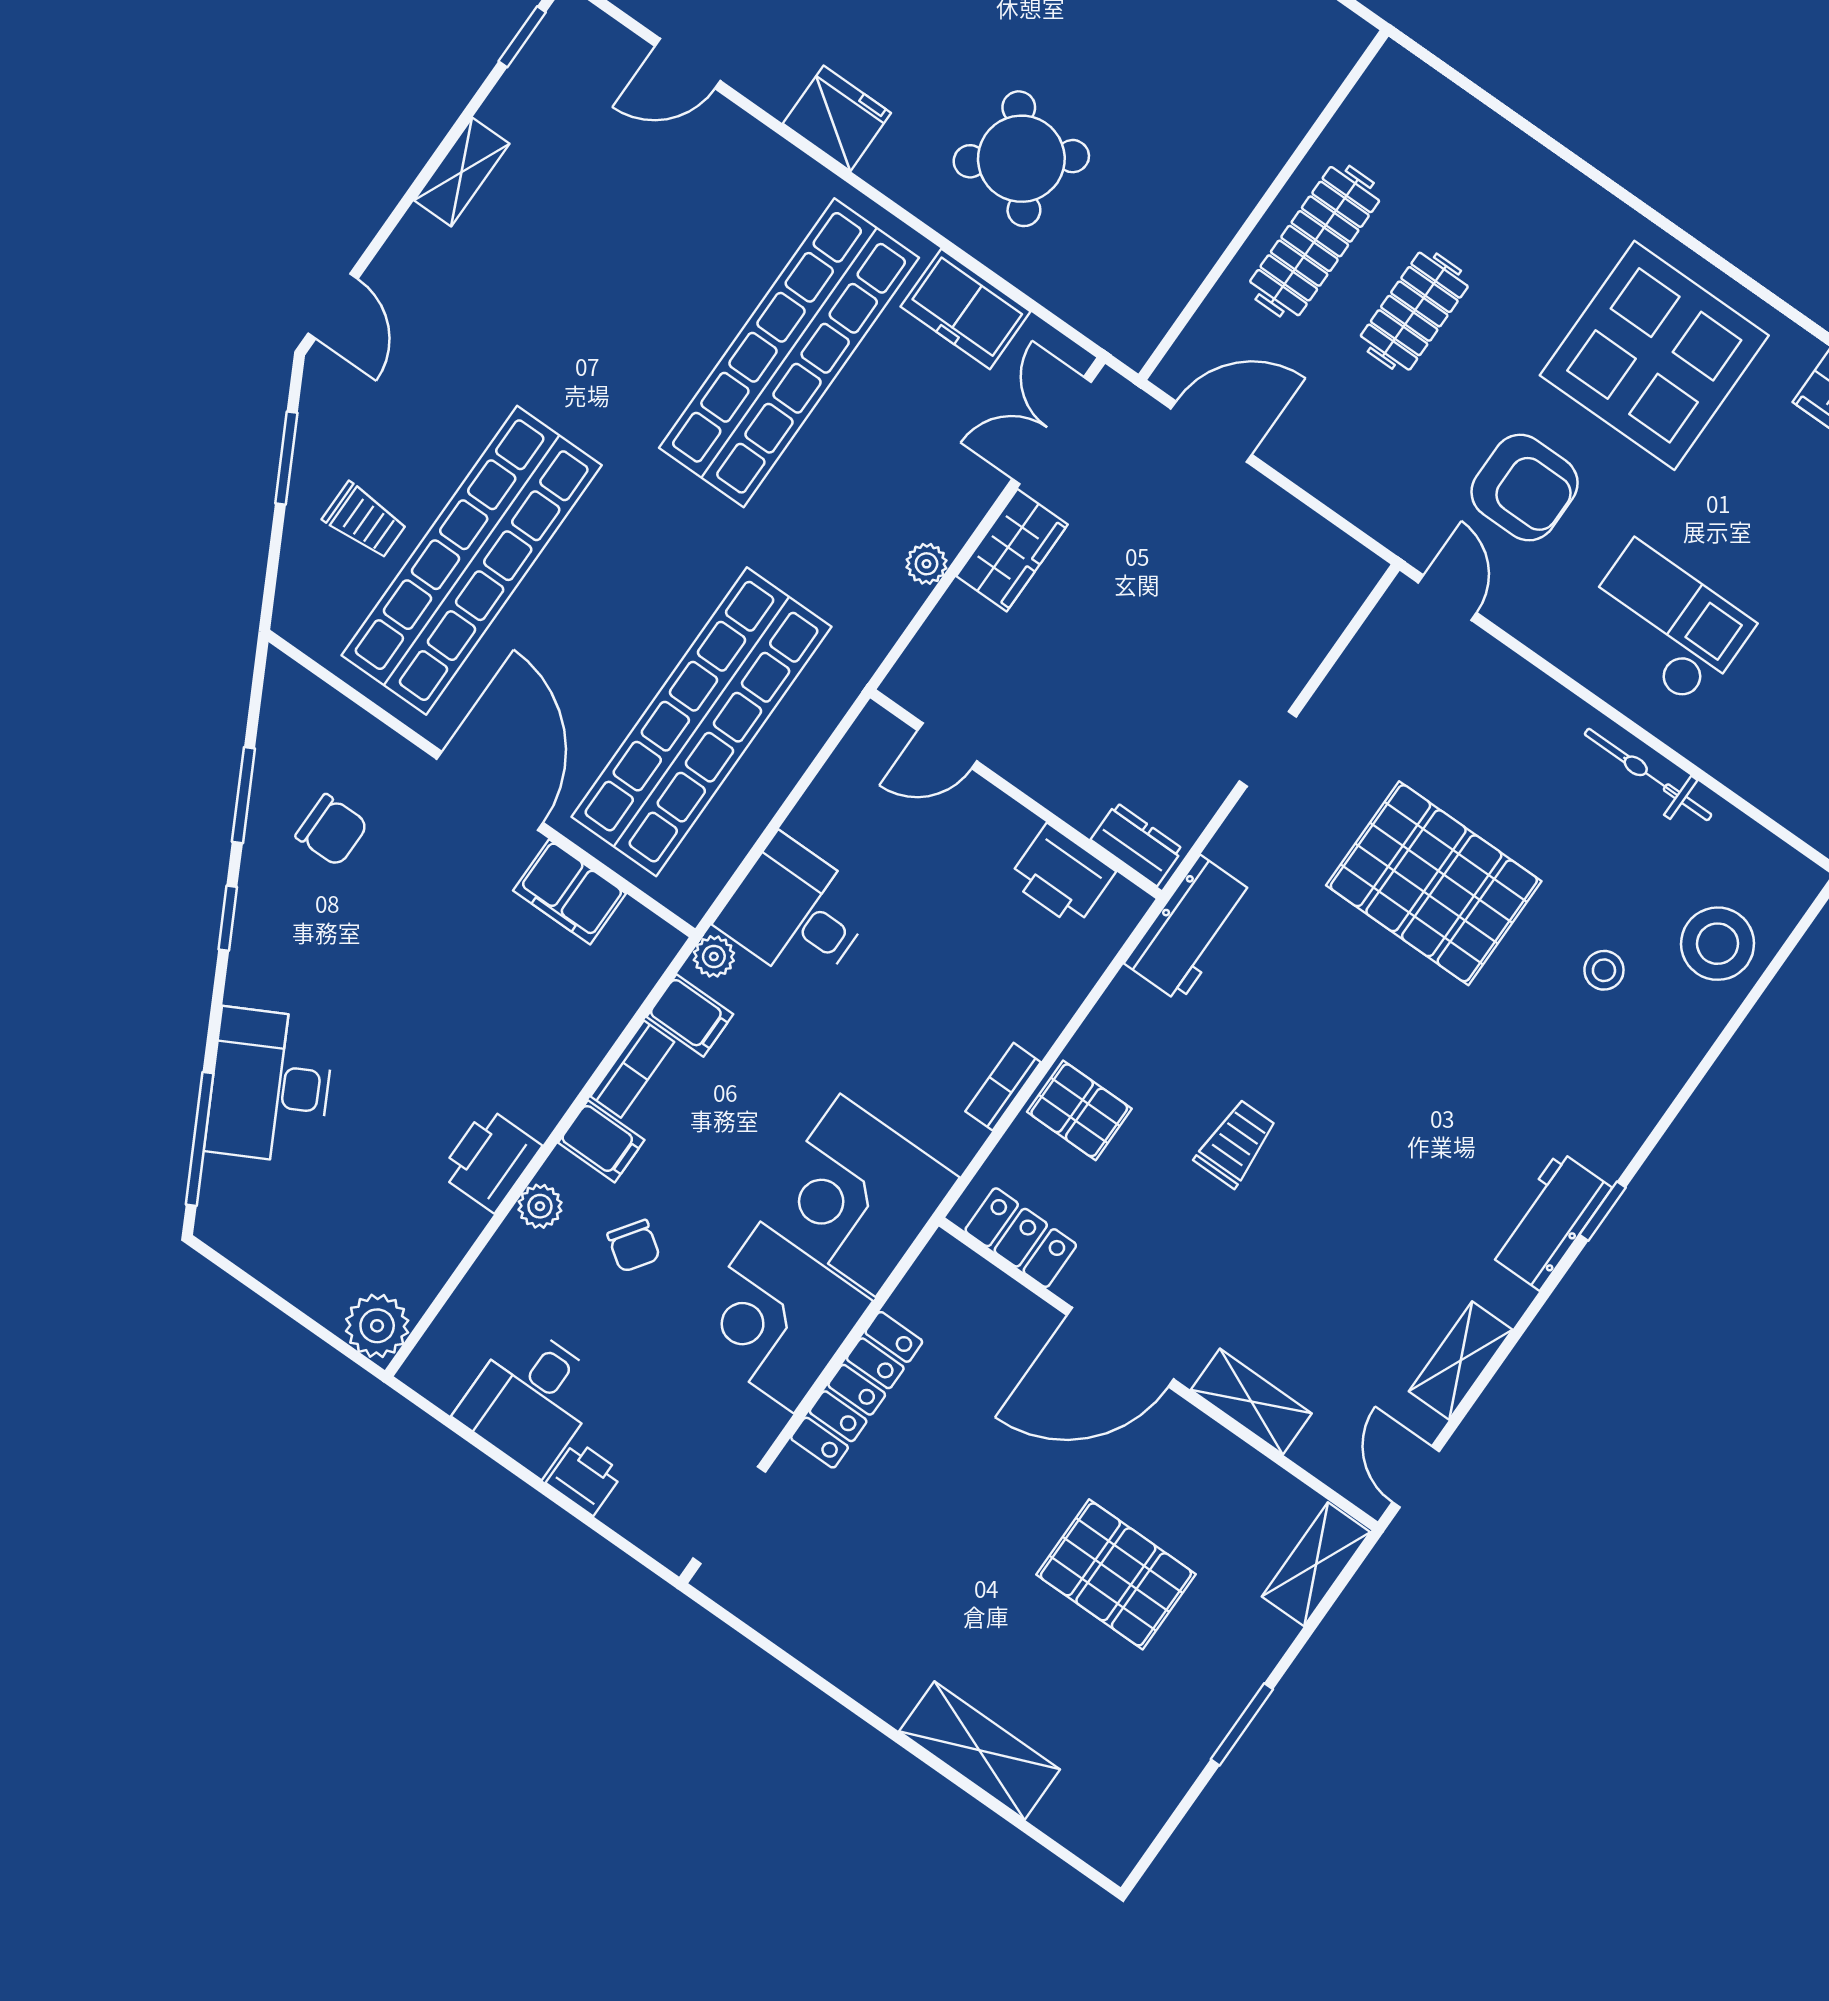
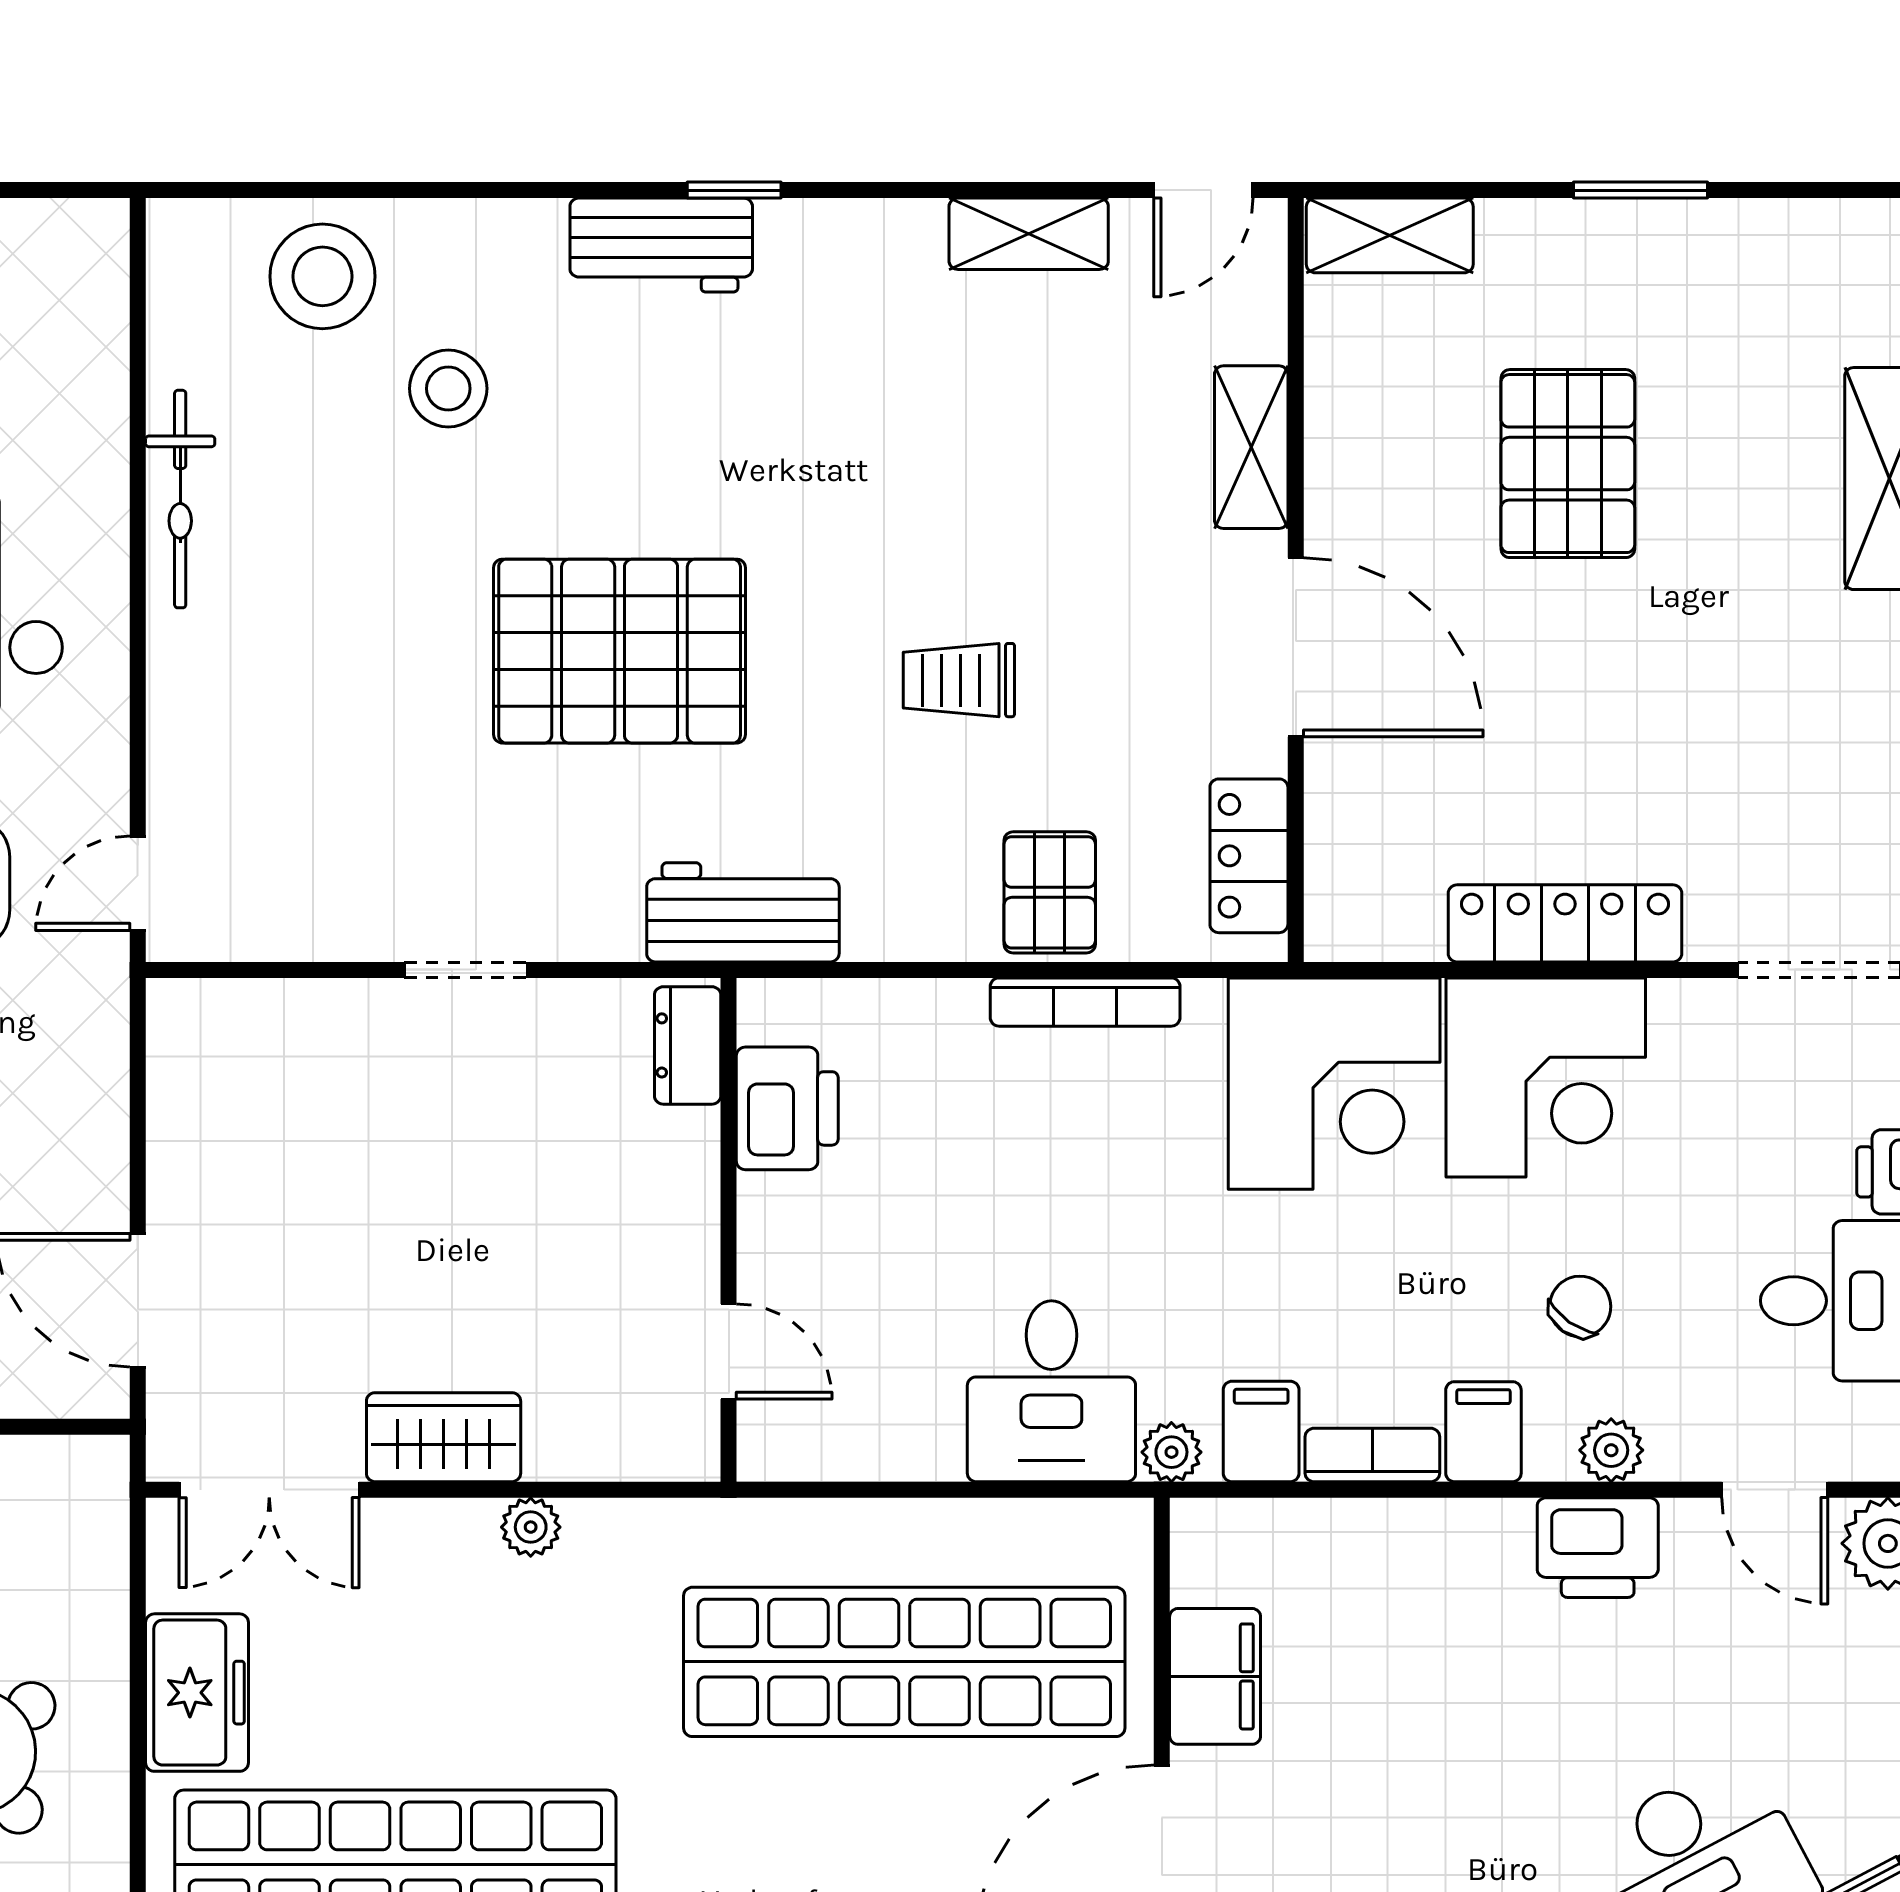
pallet: (1434, 883) -> (620, 651), moved, turned 90
stool: (1604, 970) -> (448, 389), width x1.37, depth x1.37
bookcase: (1003, 1087) -> (1085, 1002), width x1.56
workbench: (1549, 1221) -> (661, 245), moved
door: (452, 1283) -> (1775, 1490), added

